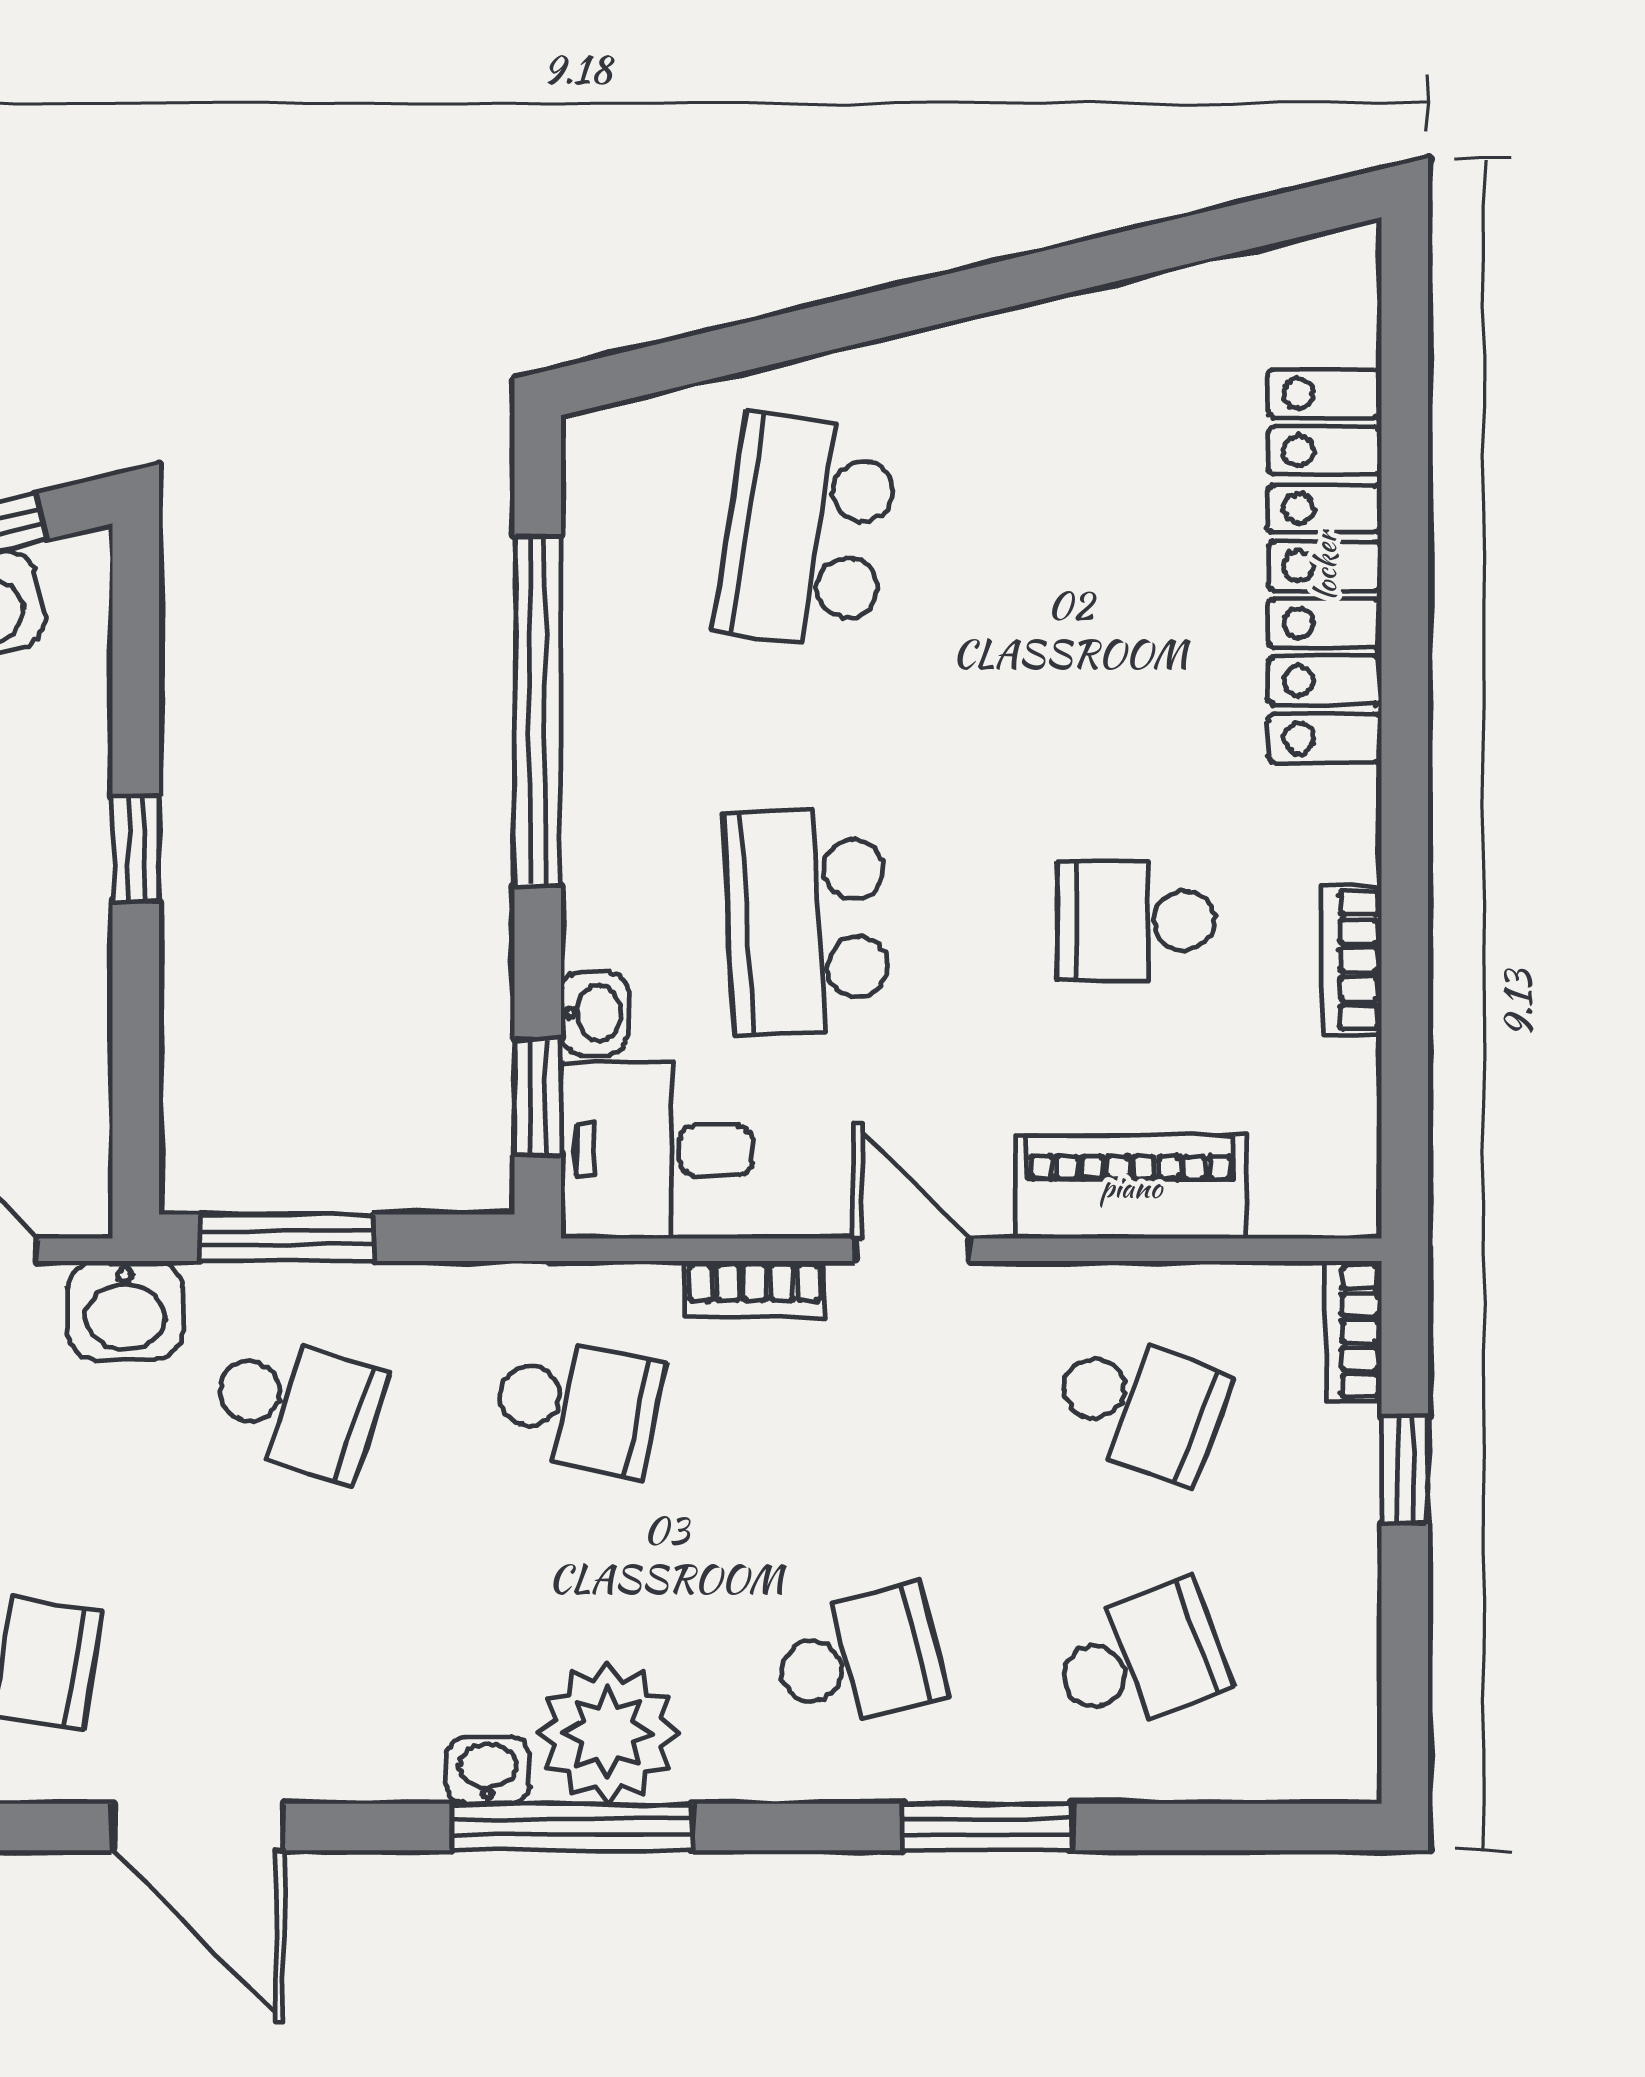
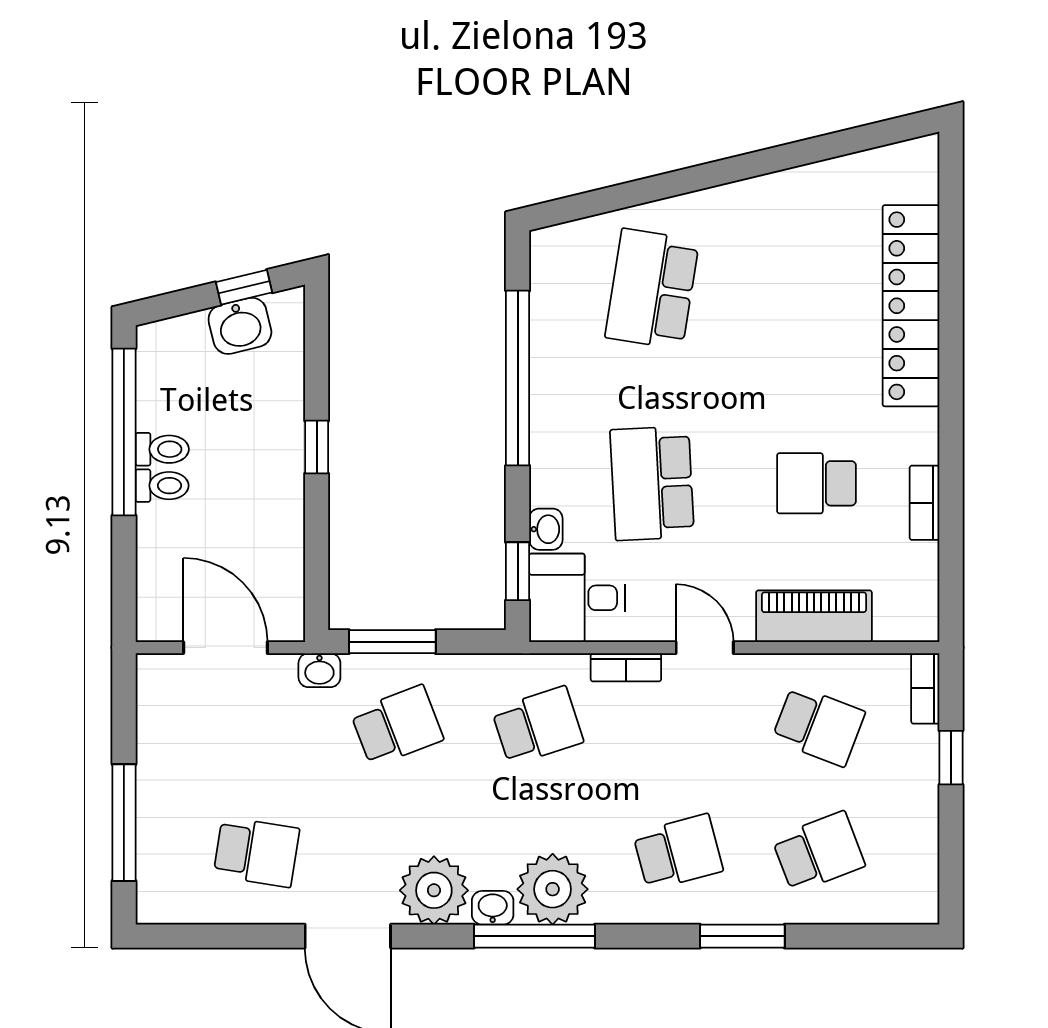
washbasin: (125, 1310) -> (319, 670), width x0.72, depth x0.69
school desk: (296, 1406) -> (397, 726), turned -39
school desk: (578, 1406) -> (537, 726), turned -30
plant: (370, 1735) -> (434, 890), added

